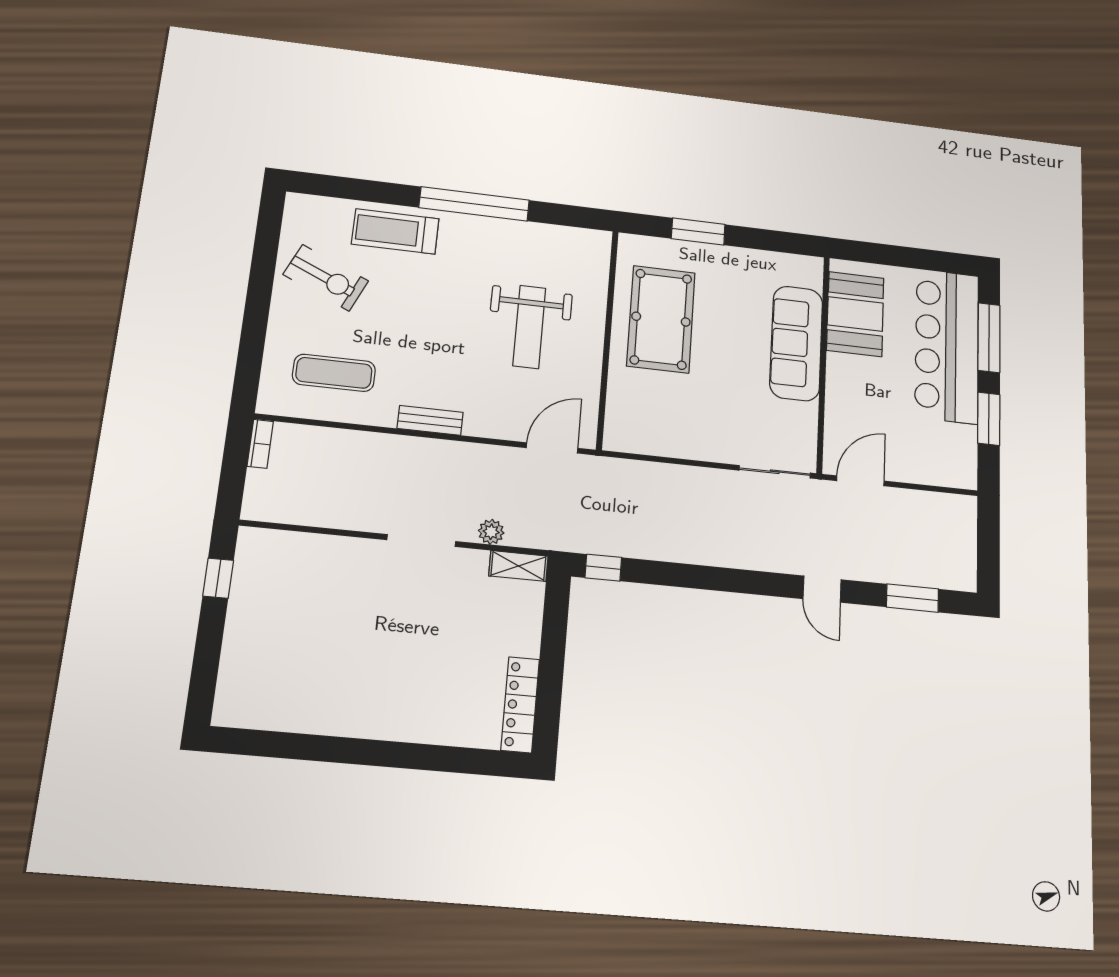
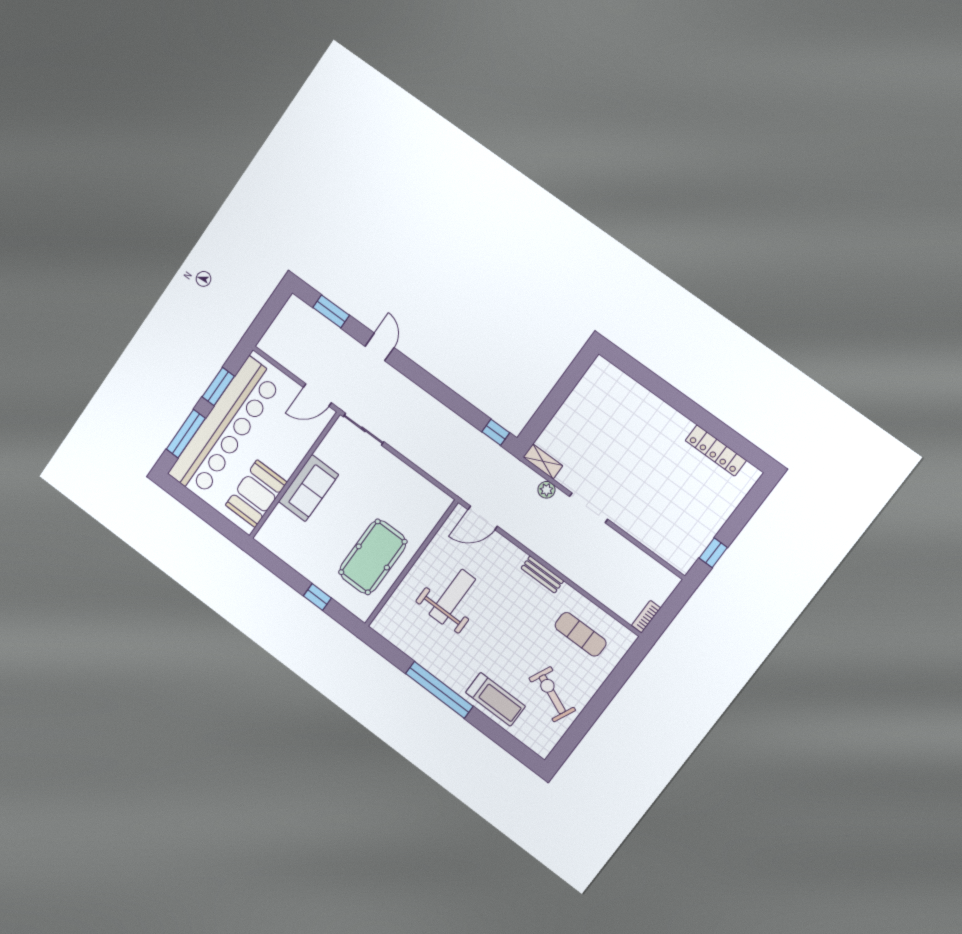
window: (698, 232) -> (317, 597), width x0.67
sofa: (796, 343) -> (308, 488), width x0.73
bar counter: (947, 346) -> (225, 428), width x1.36
locker: (520, 705) -> (716, 450), moved, turned 90

